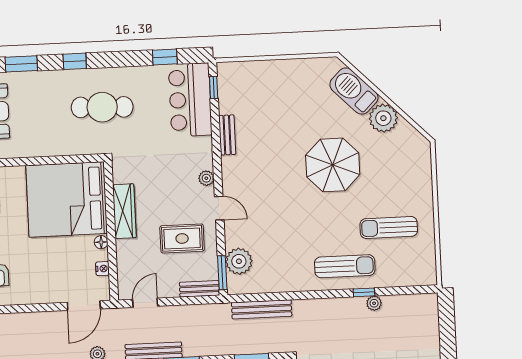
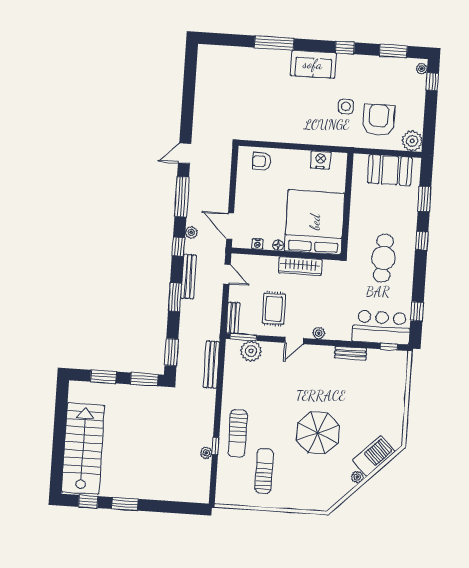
plant: (383, 118) -> (357, 477), width x0.53, depth x0.53

